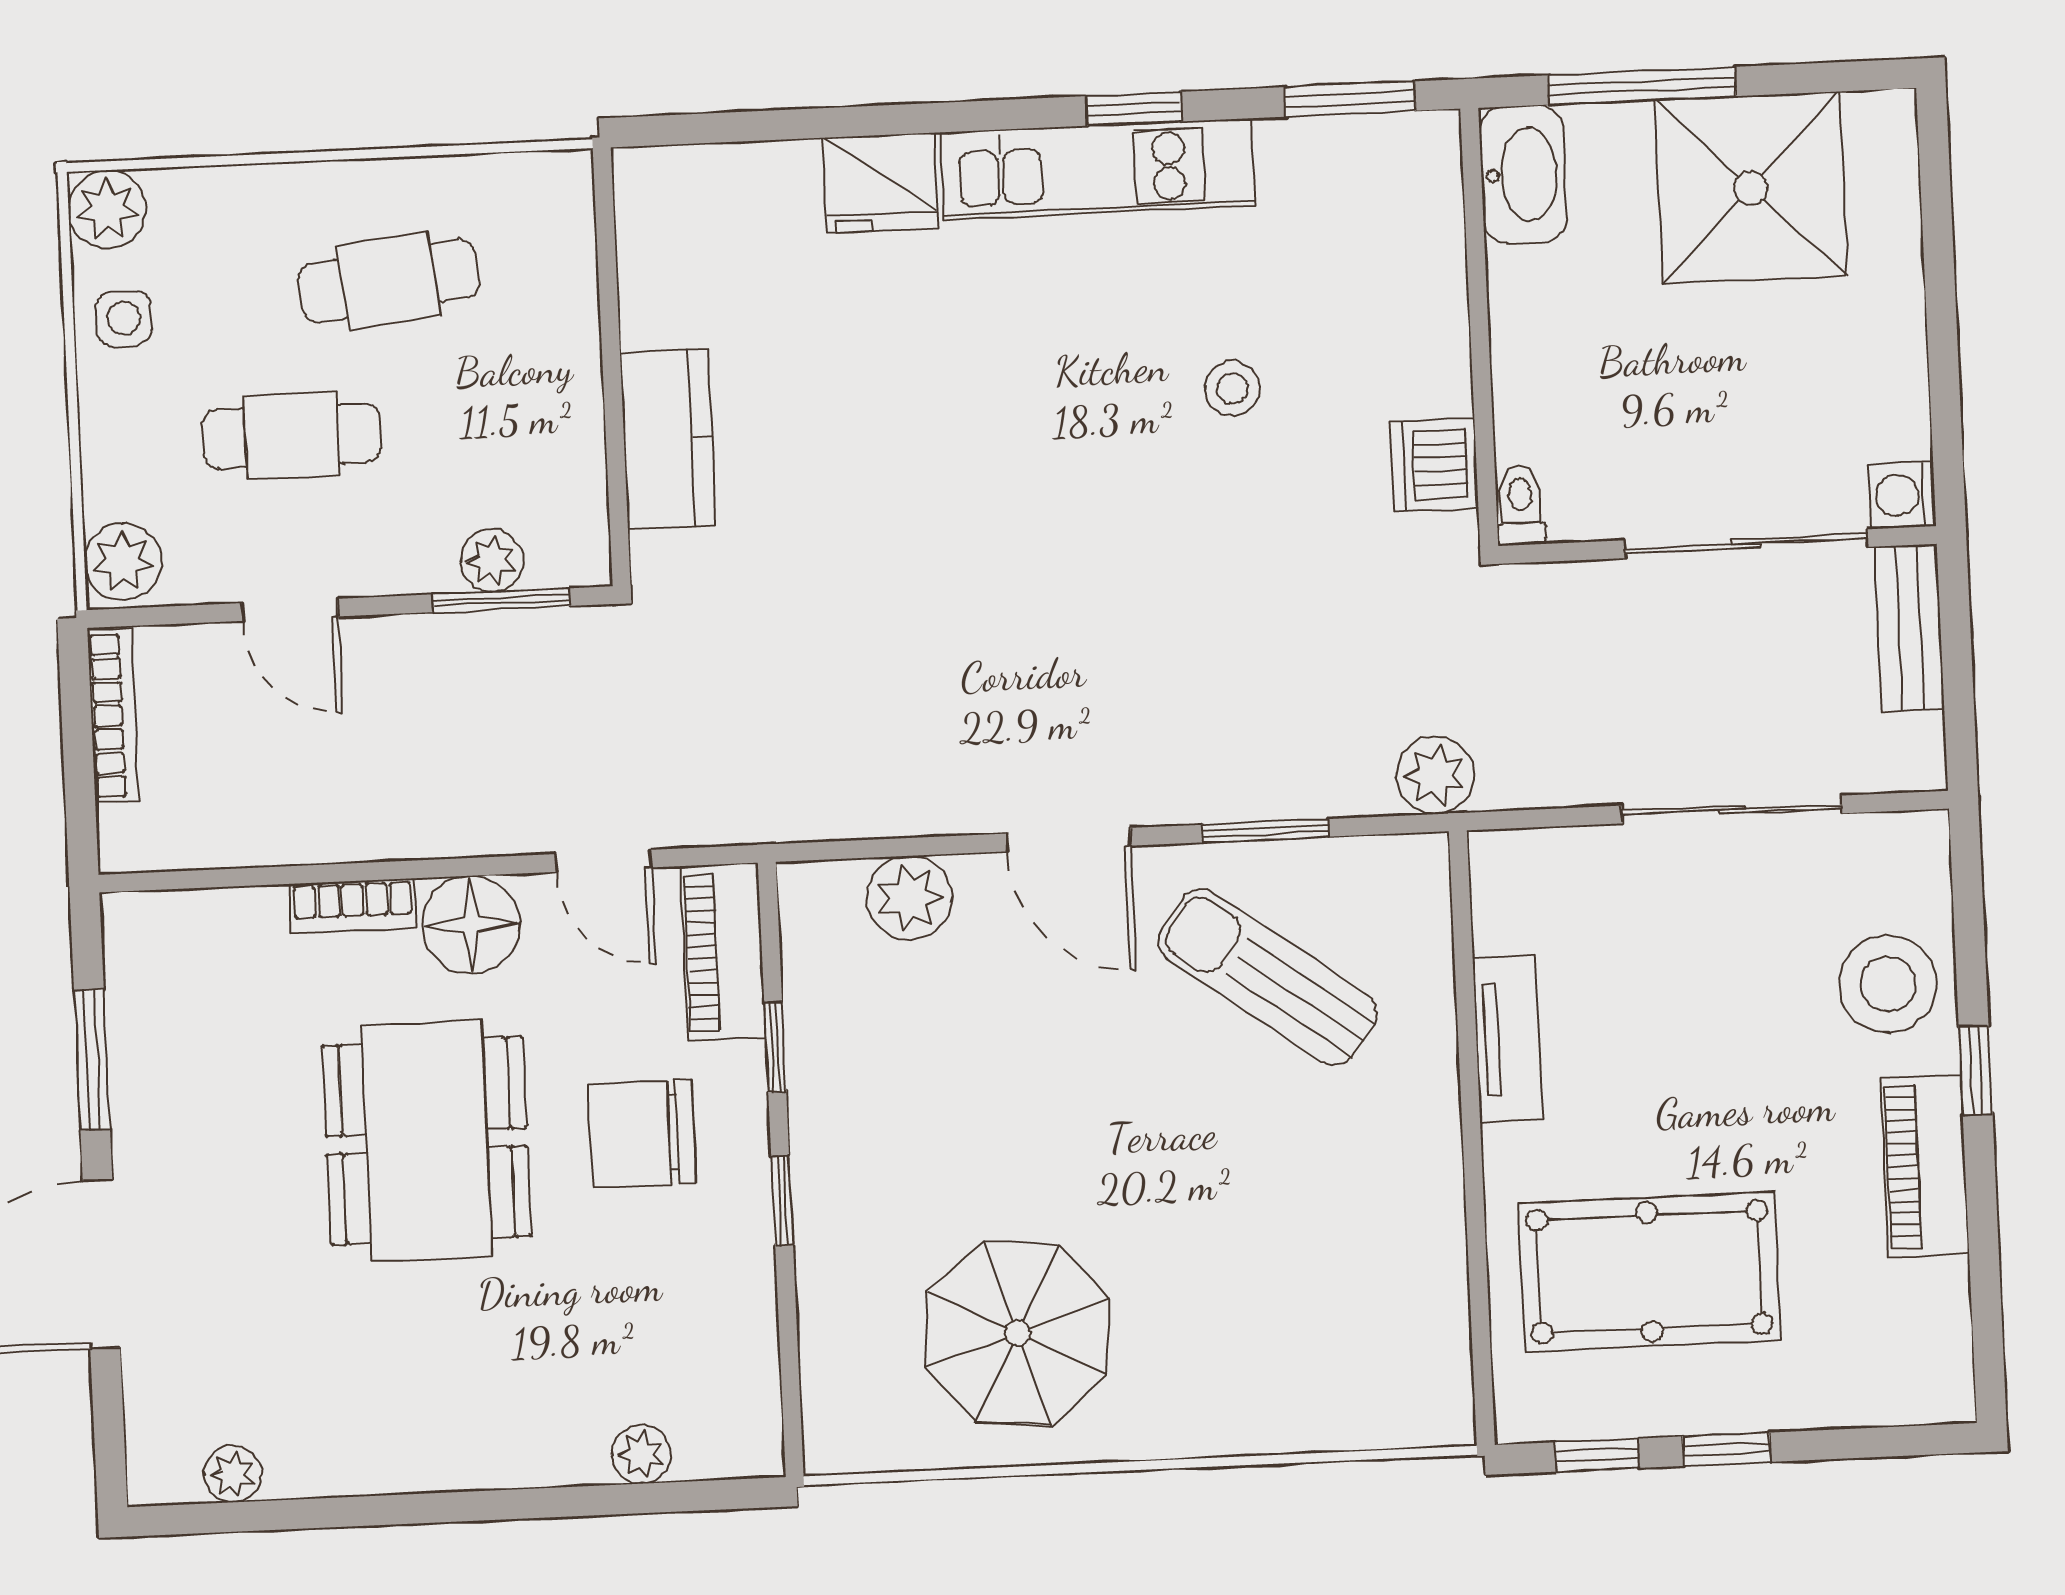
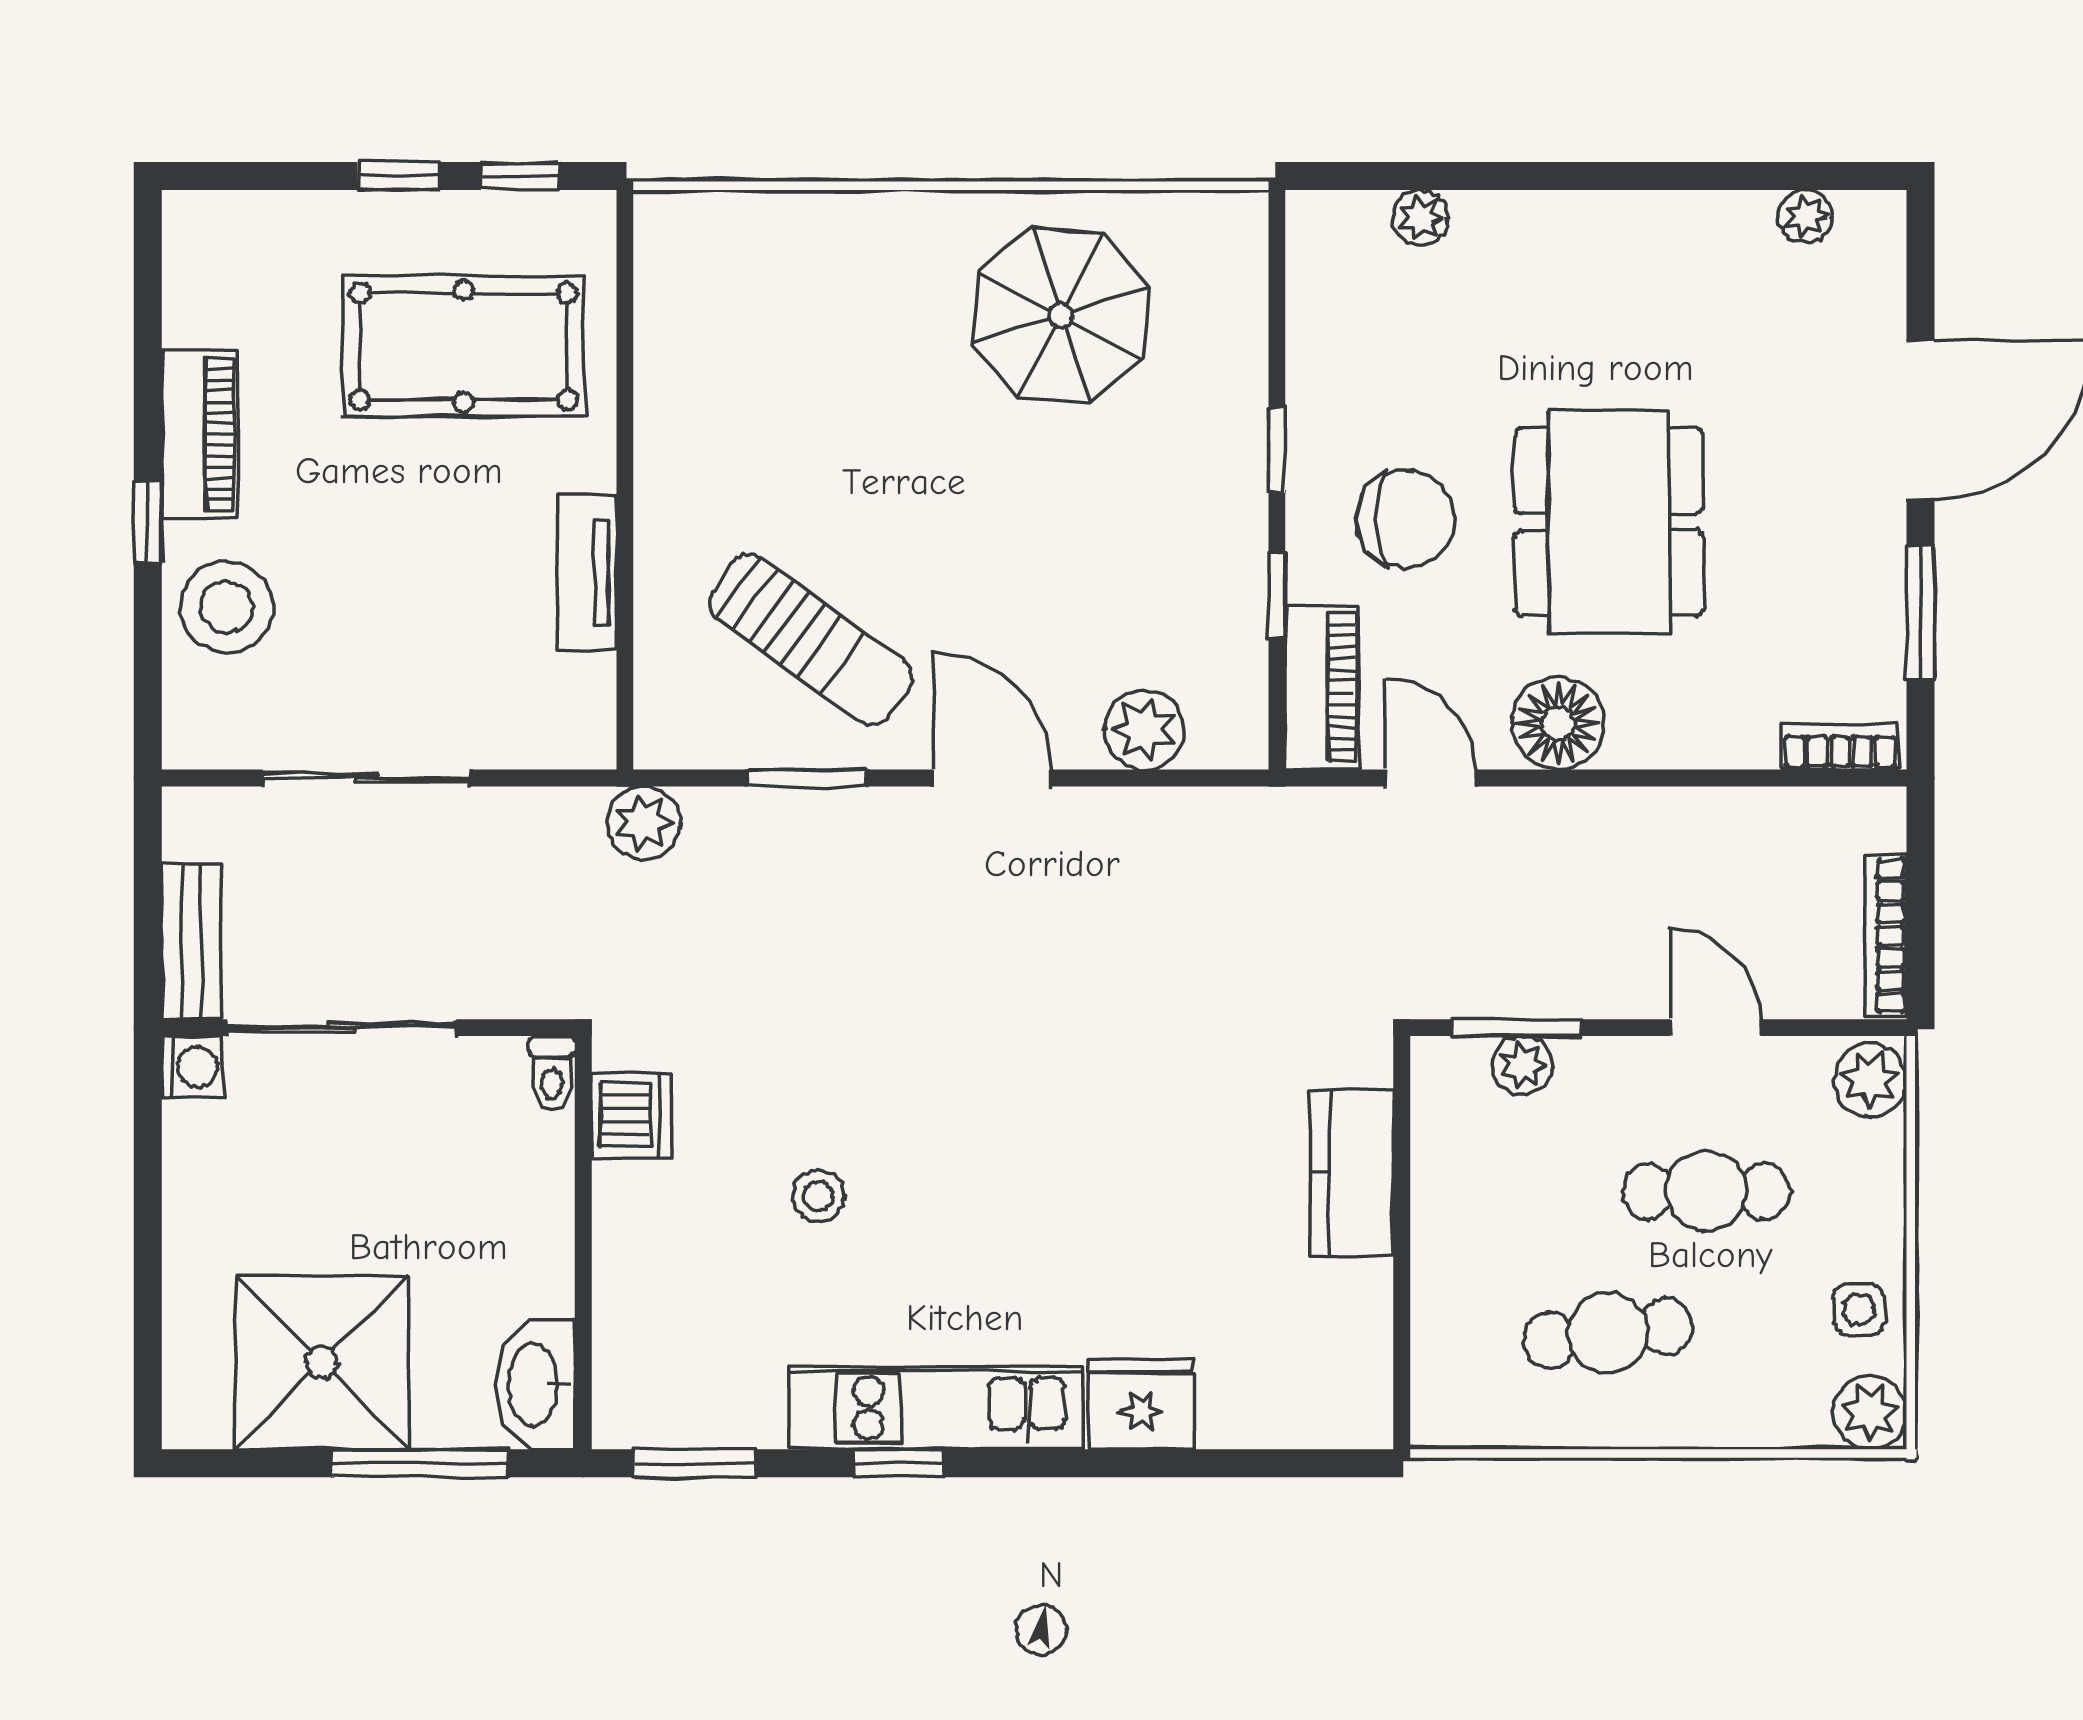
bookcase: (353, 906) -> (1840, 746), moved

